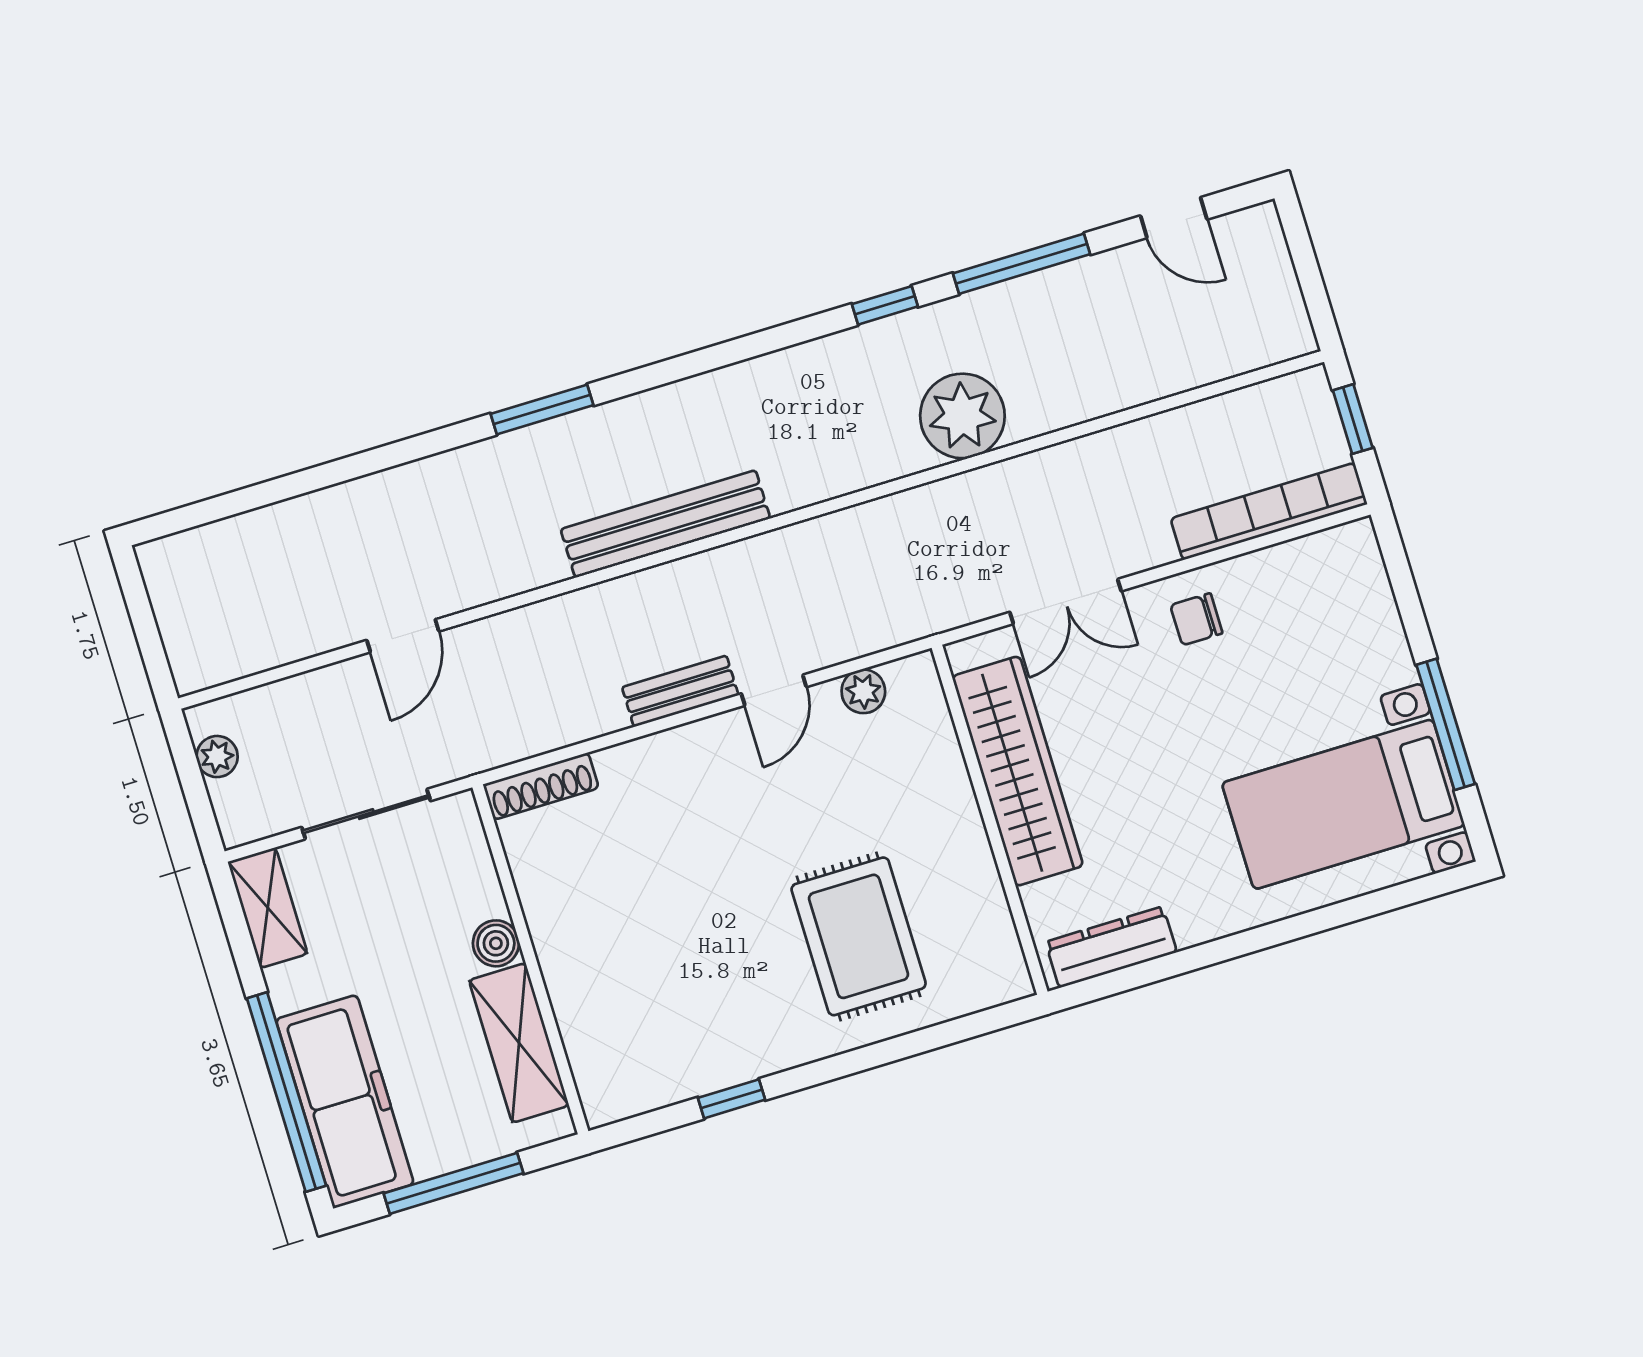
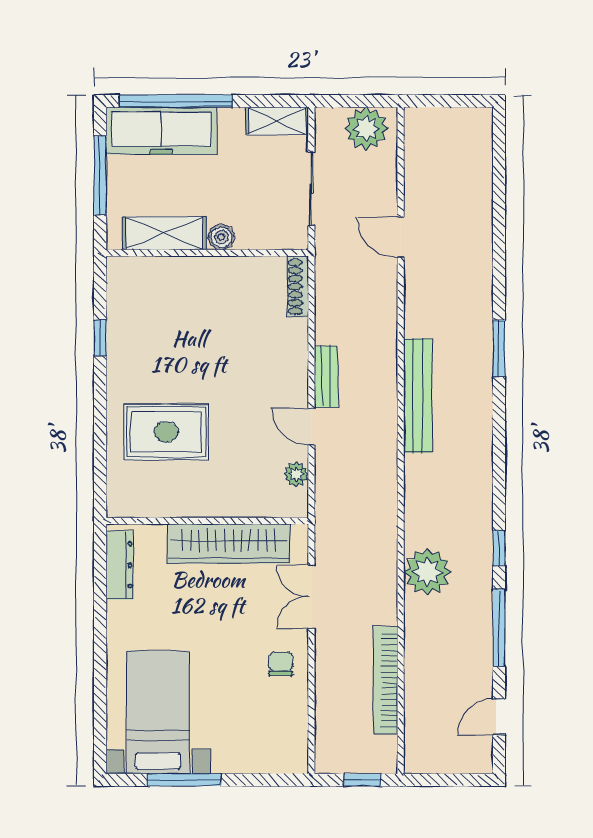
bookcase: (1269, 511) -> (386, 680), moved, turned 180
plant: (217, 757) -> (366, 129), width x1.88, depth x1.88

